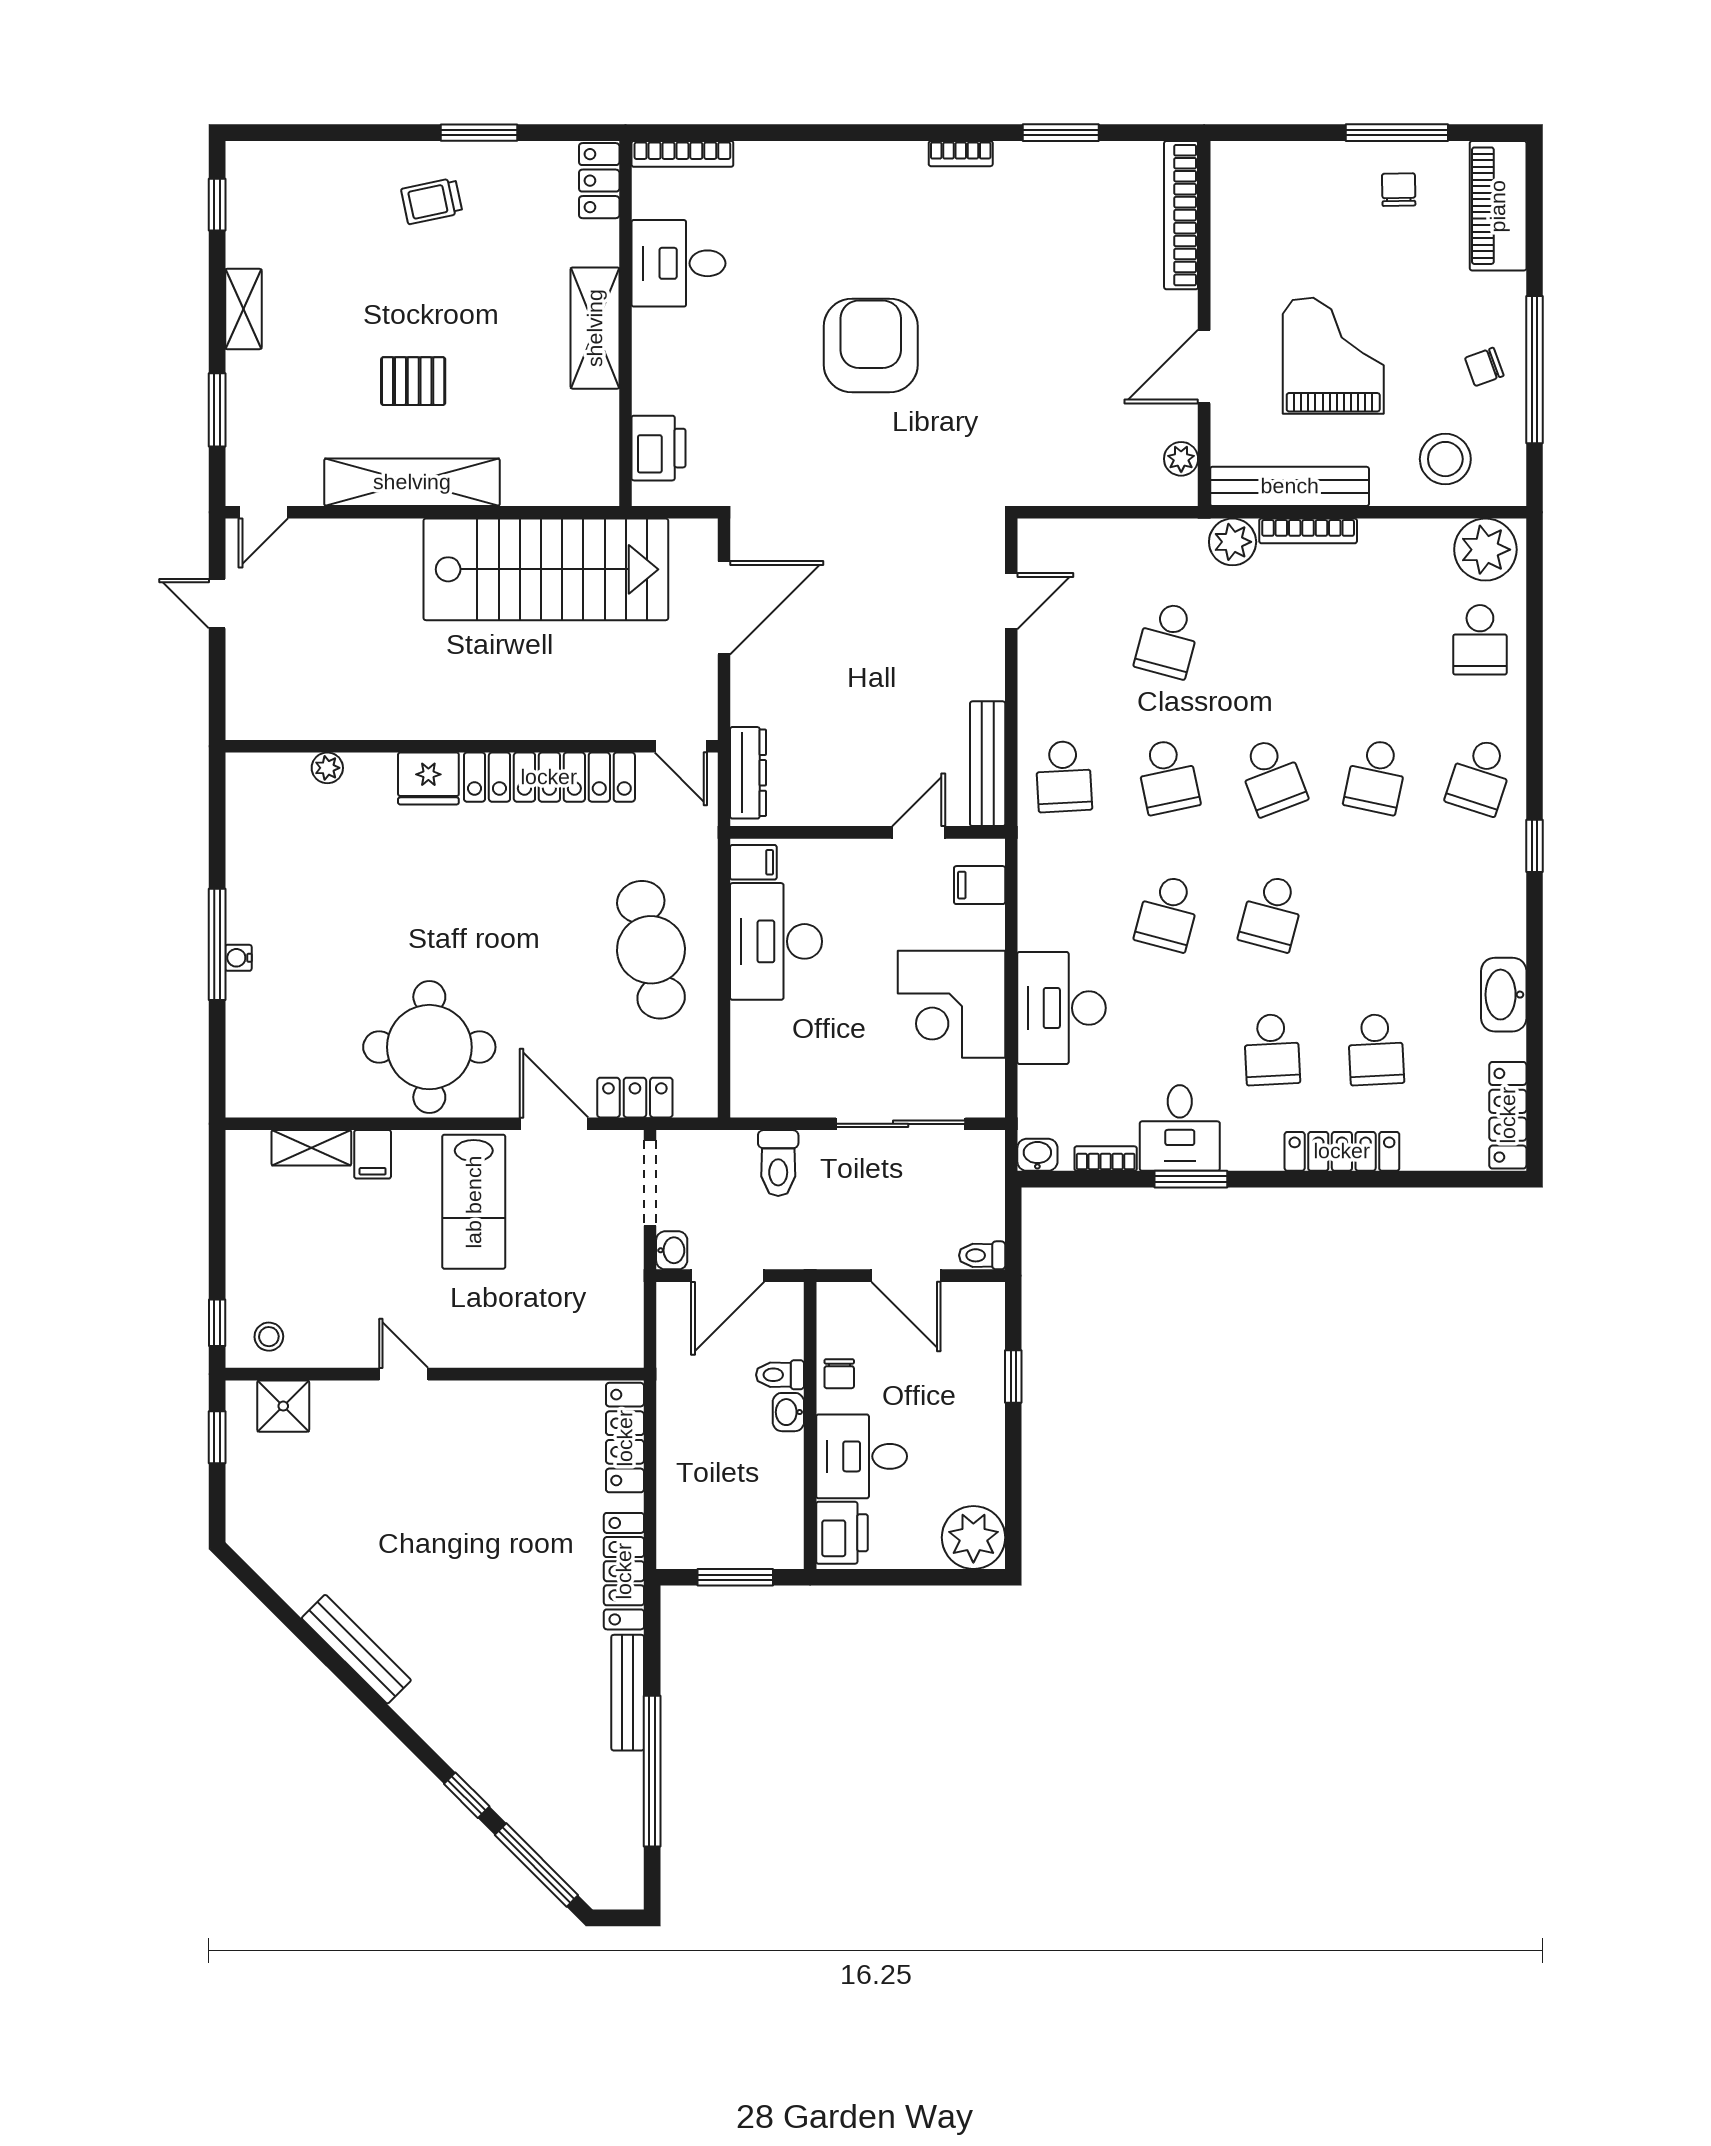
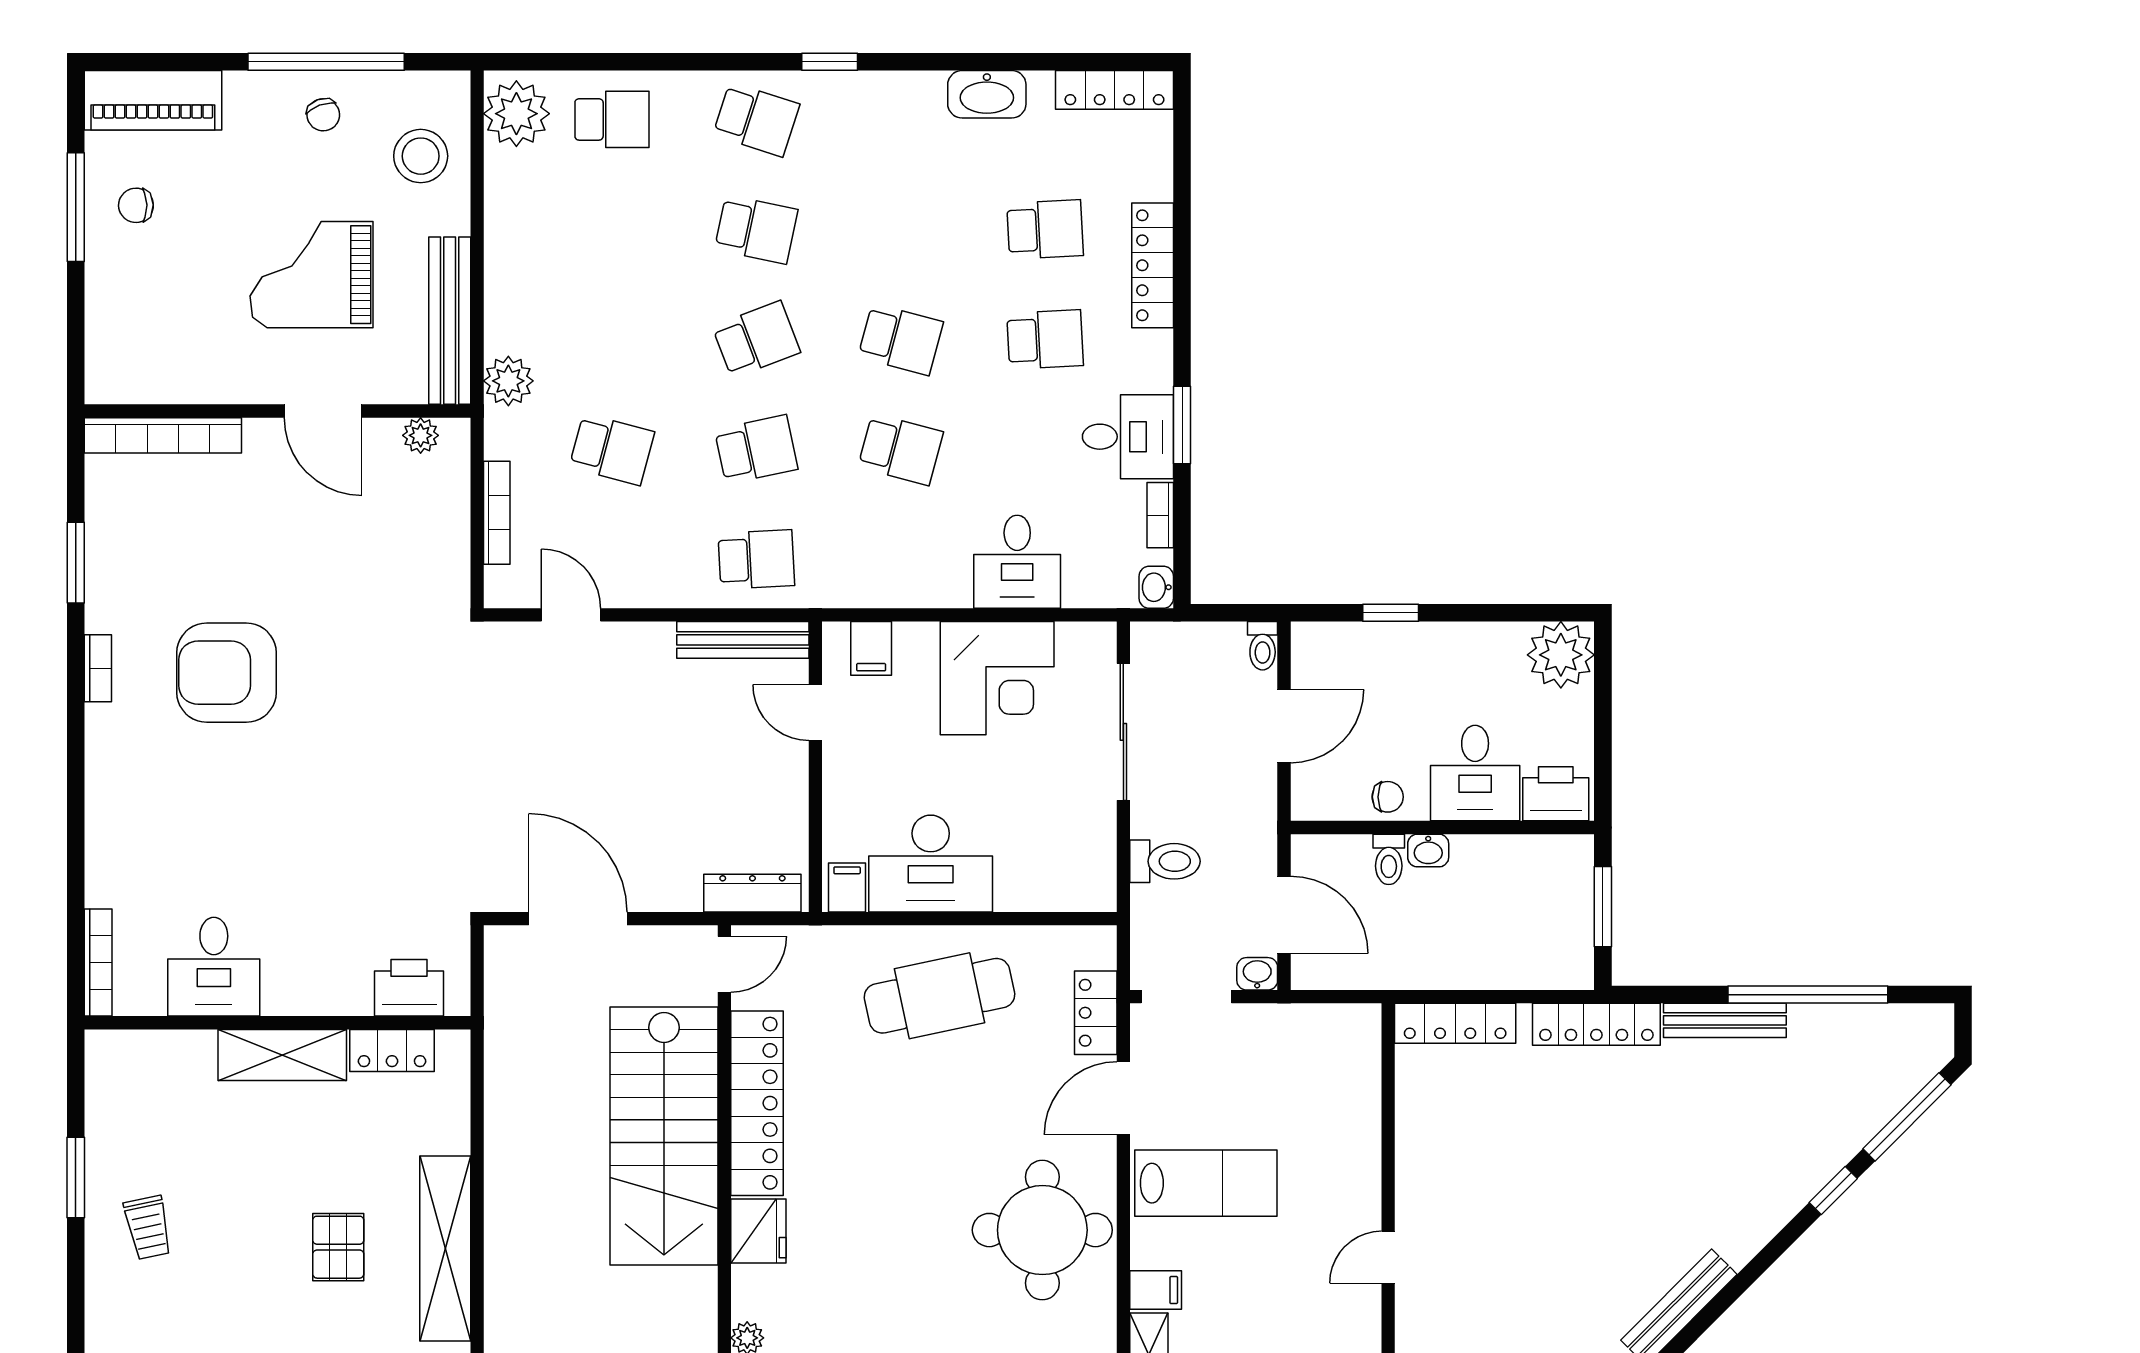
locker: (599, 181) -> (392, 1050), moved
armchair: (871, 346) -> (226, 673), moved
bookcase: (1308, 531) -> (497, 513), moved
stairs: (546, 569) -> (664, 1136), moved, turned 180
desk: (1062, 1008) -> (1017, 562), width x0.73

